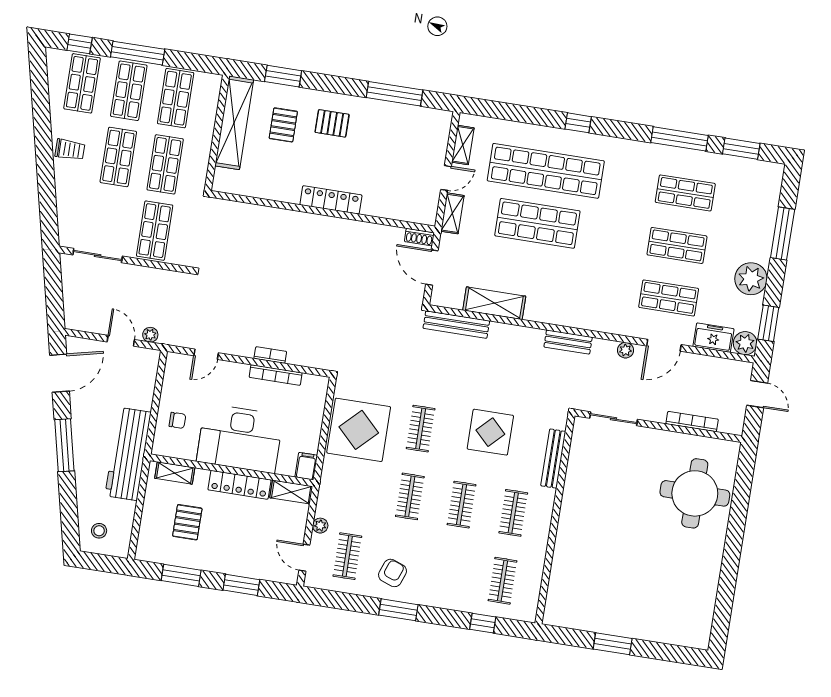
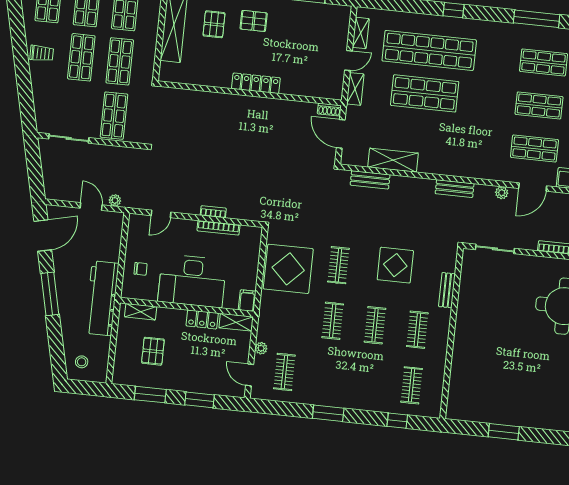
bench: (456, 325) -> (370, 180), width x0.73
bench: (553, 459) -> (447, 290), width x0.73
locker: (239, 485) -> (202, 319), width x0.66
armchair: (393, 573) -> (322, 384), removed

